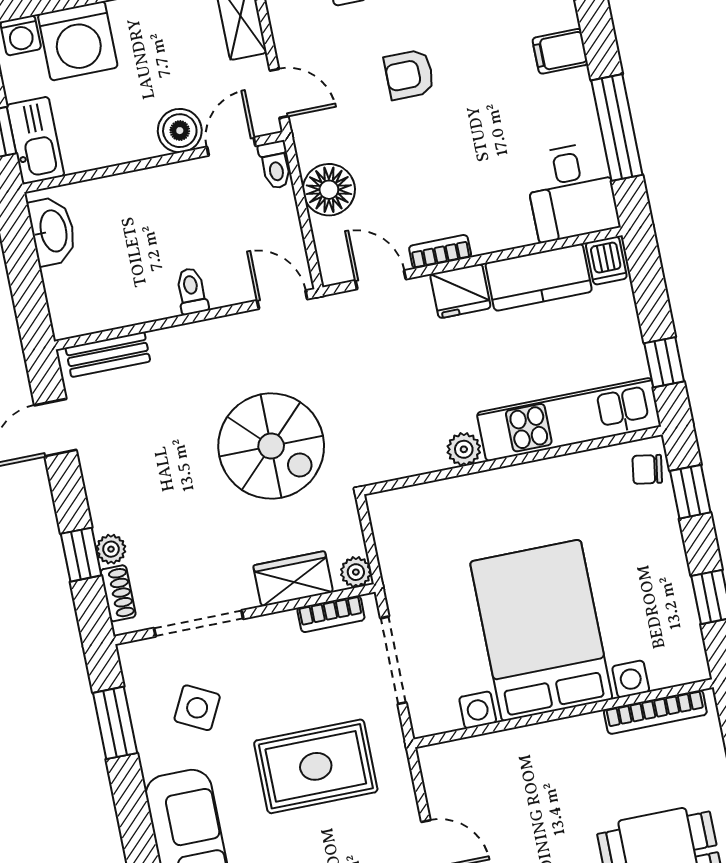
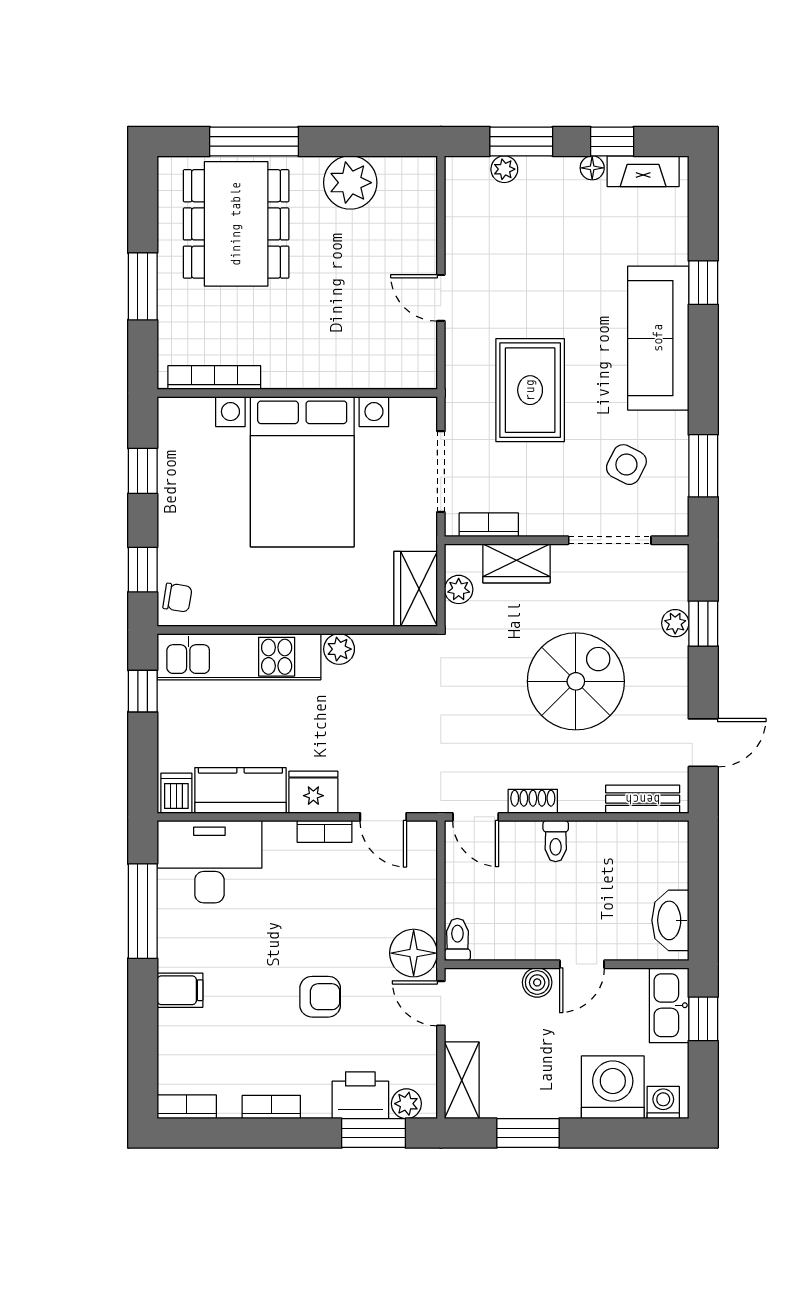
boiler: (180, 131) -> (537, 982), width x0.73, depth x0.73
door: (231, 146) -> (582, 964), moved
floor lamp: (329, 190) -> (414, 953), moved
desk: (571, 192) -> (209, 862), width x1.37
spiral stairs: (271, 446) -> (576, 681), moved, turned 90
wardrobe: (395, 530) -> (416, 589), added
plant: (356, 572) -> (459, 589), moved
shoe rack: (118, 593) -> (533, 801), moved, turned 90
rug: (316, 766) -> (530, 390), turned 90

